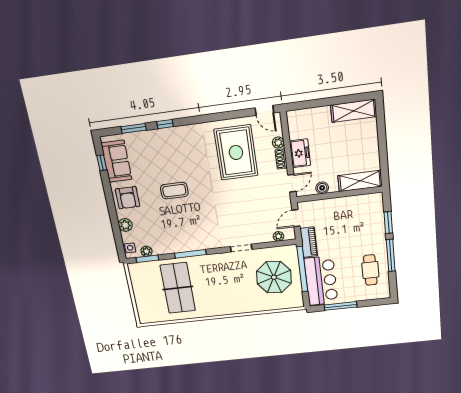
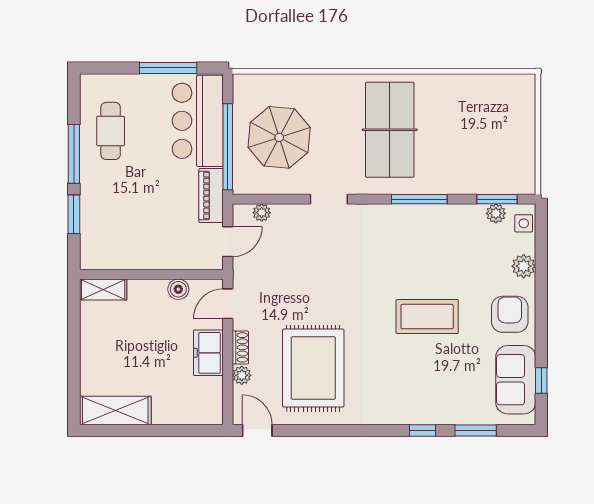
shelving: (360, 181) -> (103, 290), width x0.67, depth x0.75
coffee table: (174, 191) -> (427, 317), width x1.36, depth x1.32
table tennis table: (178, 288) -> (390, 130), moved

